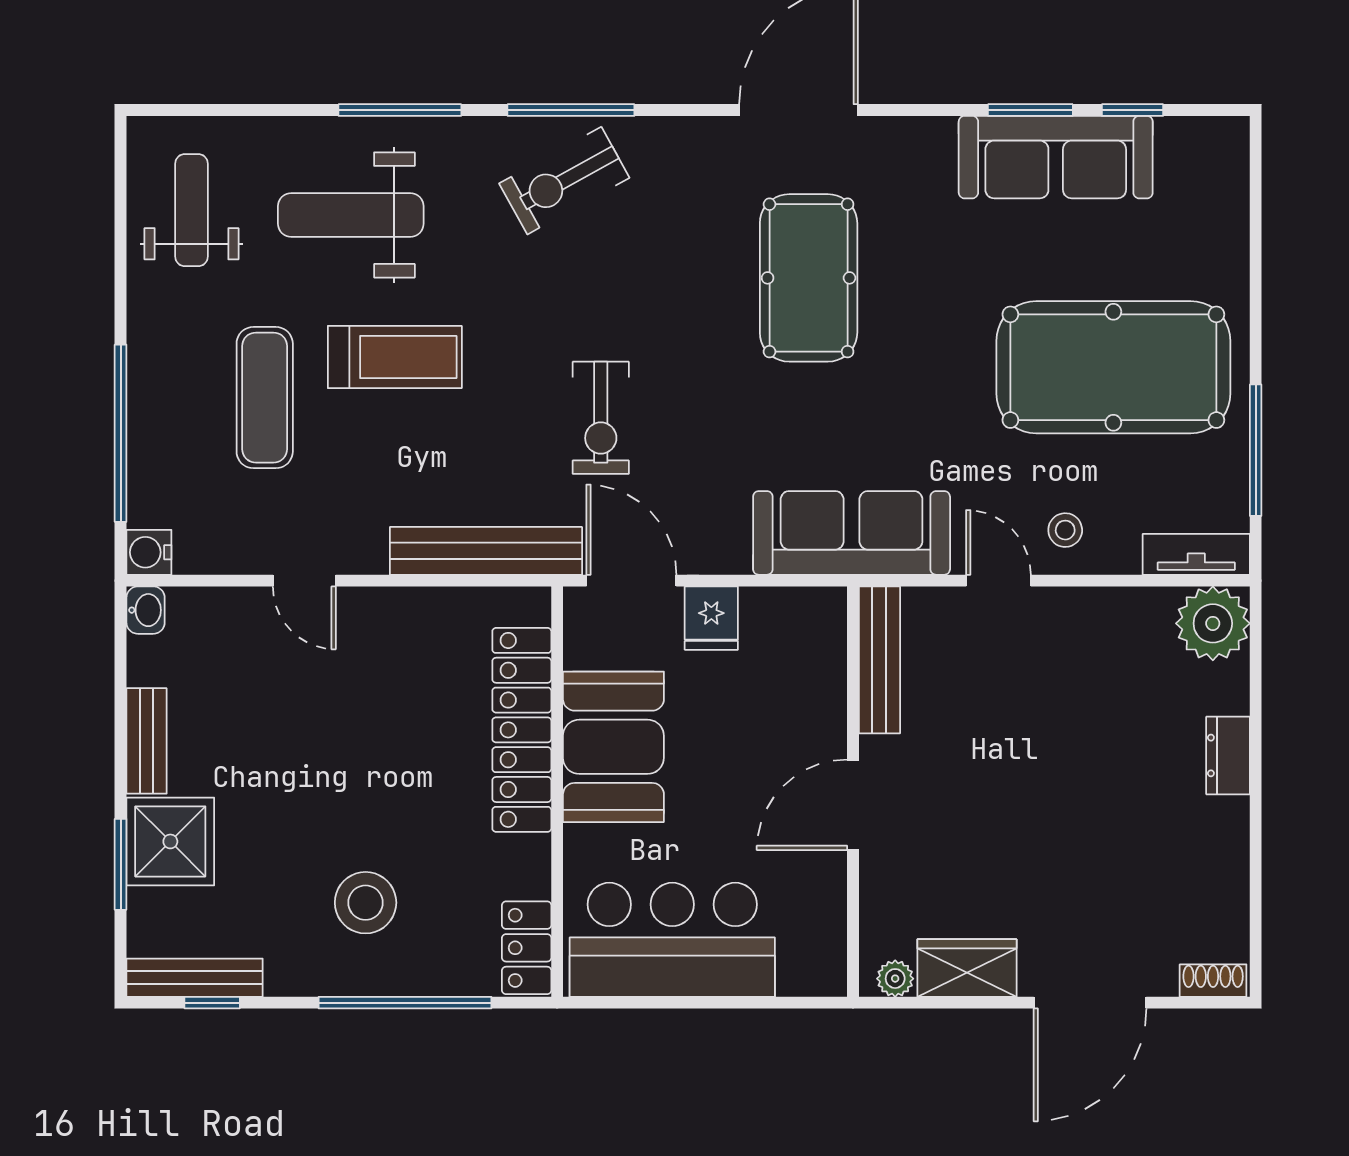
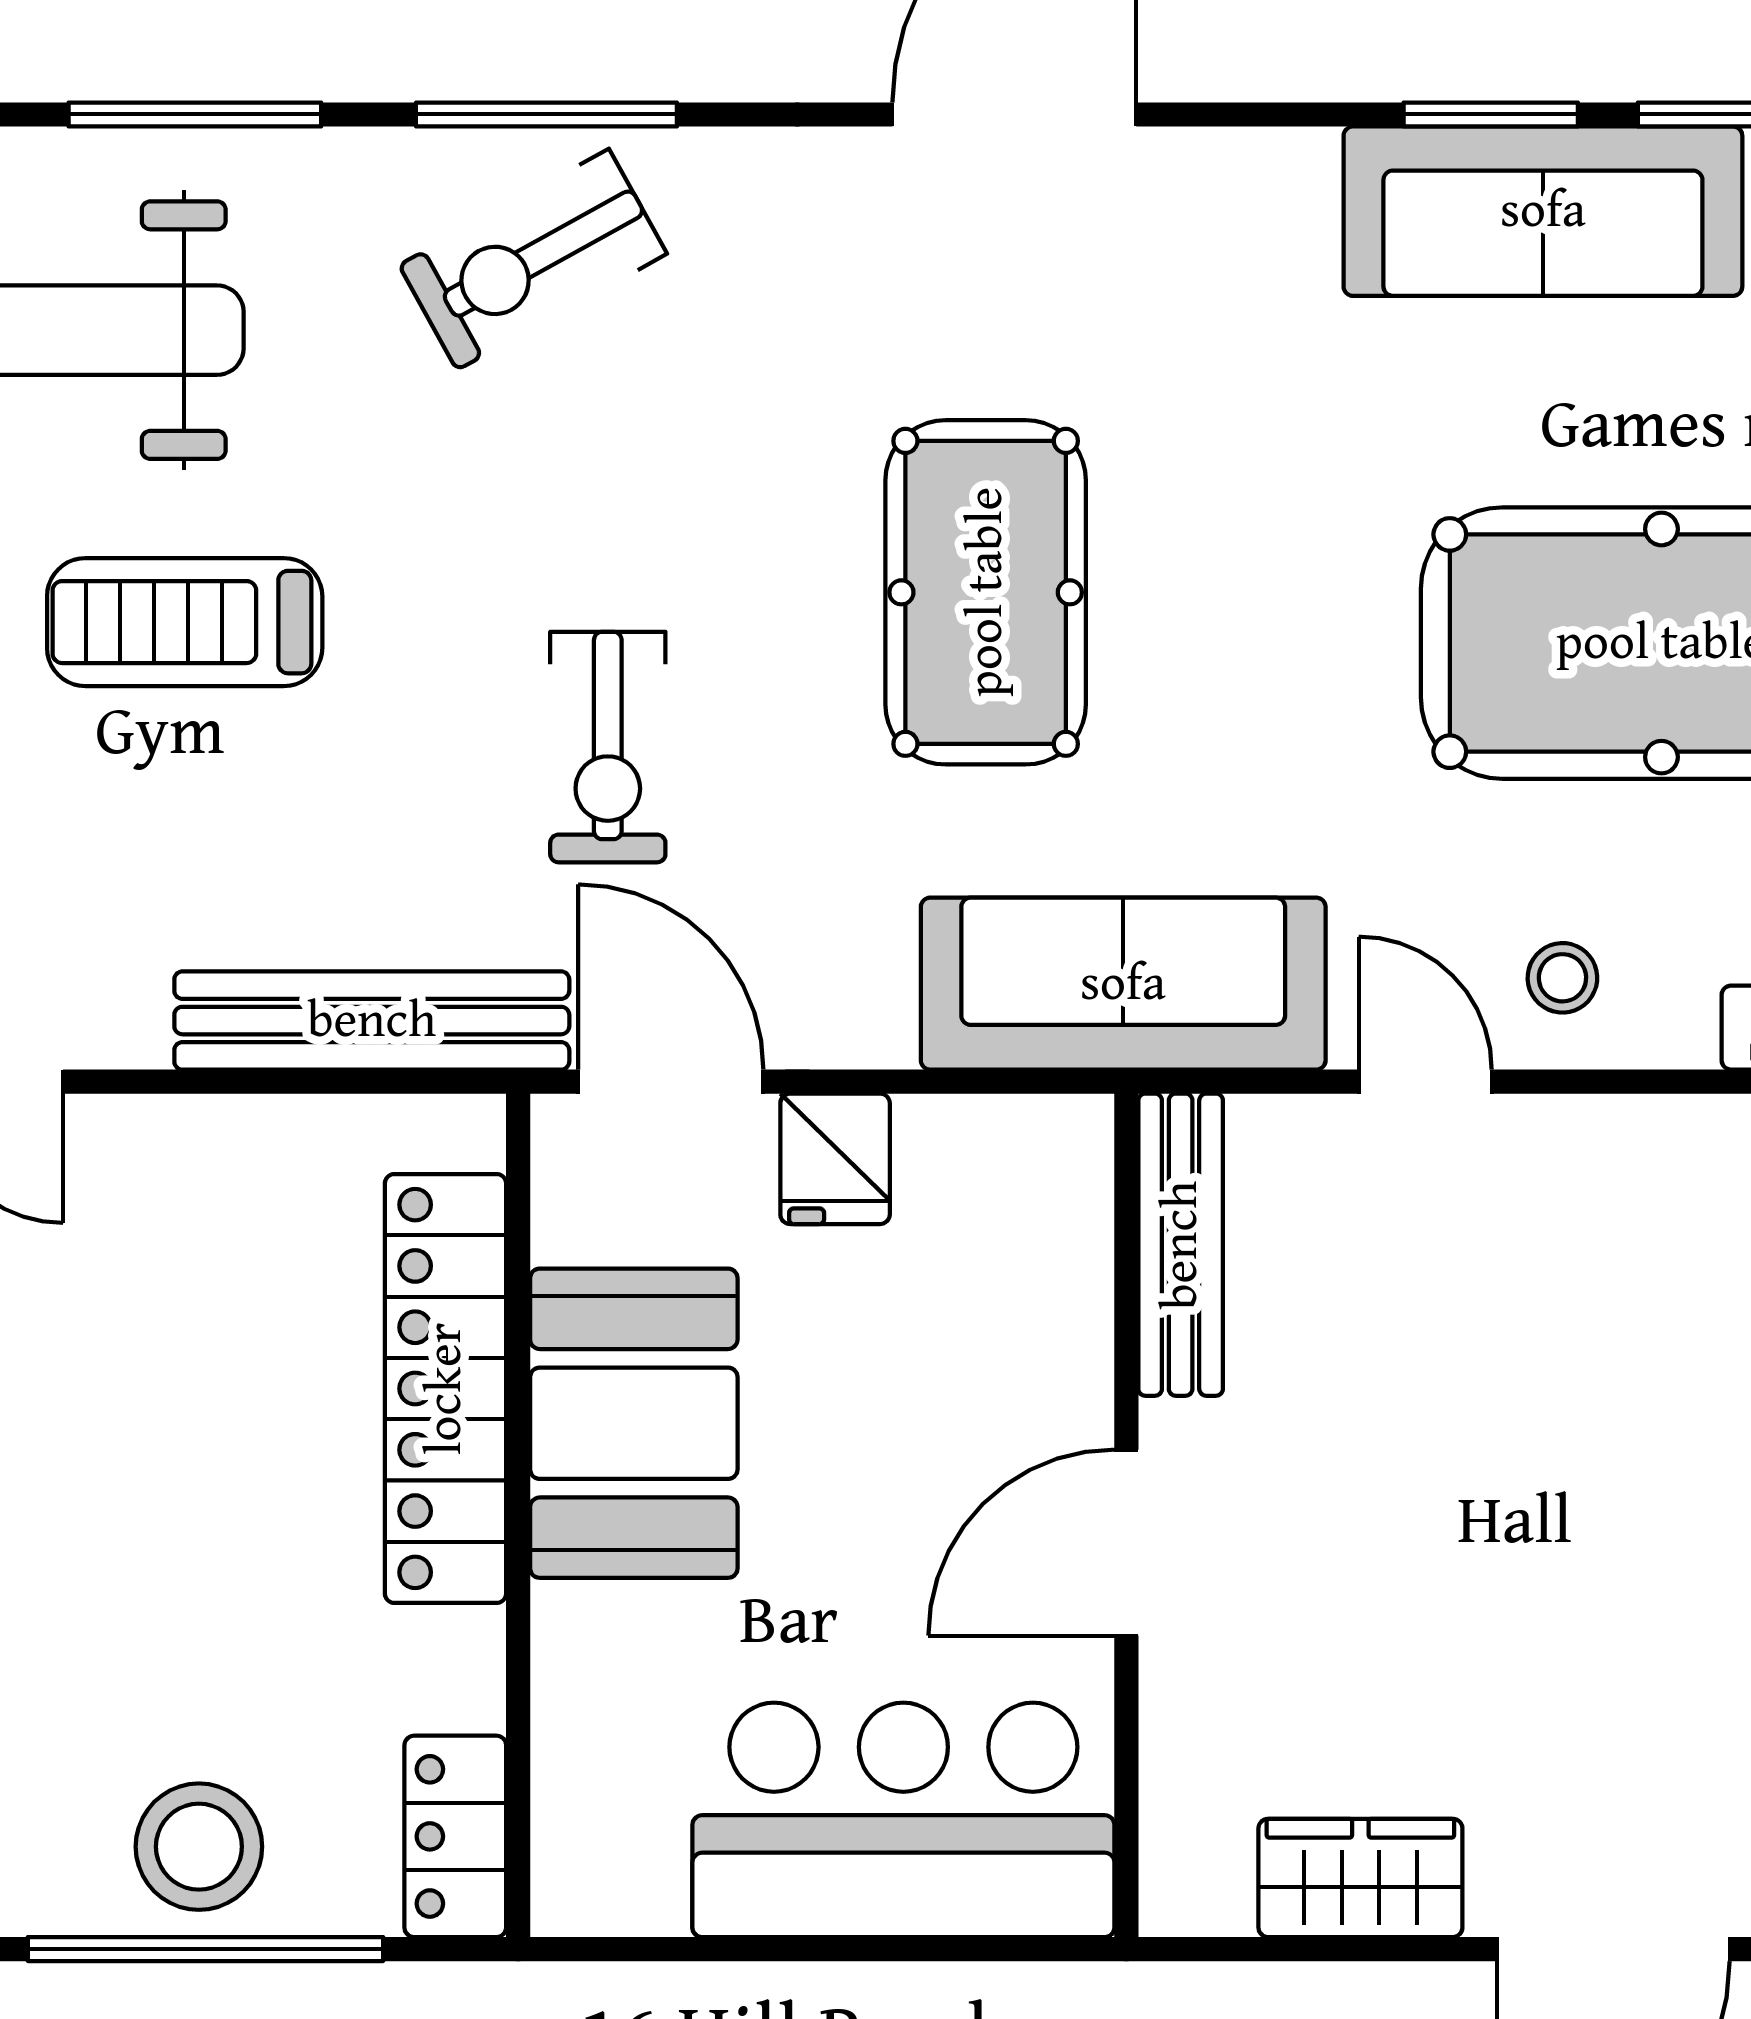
pool table: (809, 278) -> (986, 592), moved
treadmill: (395, 357) -> (185, 622), turned 180
stool: (366, 903) -> (199, 1847), moved
bar counter: (672, 940) -> (903, 1820), moved
plant: (895, 979) -> (1213, 1900), removed

